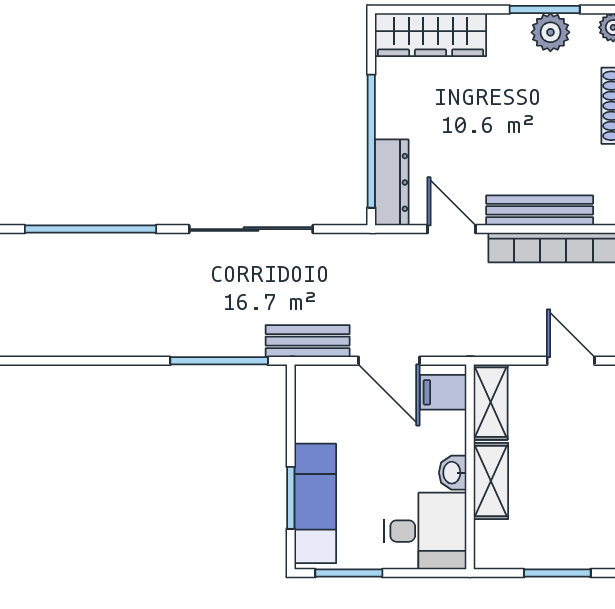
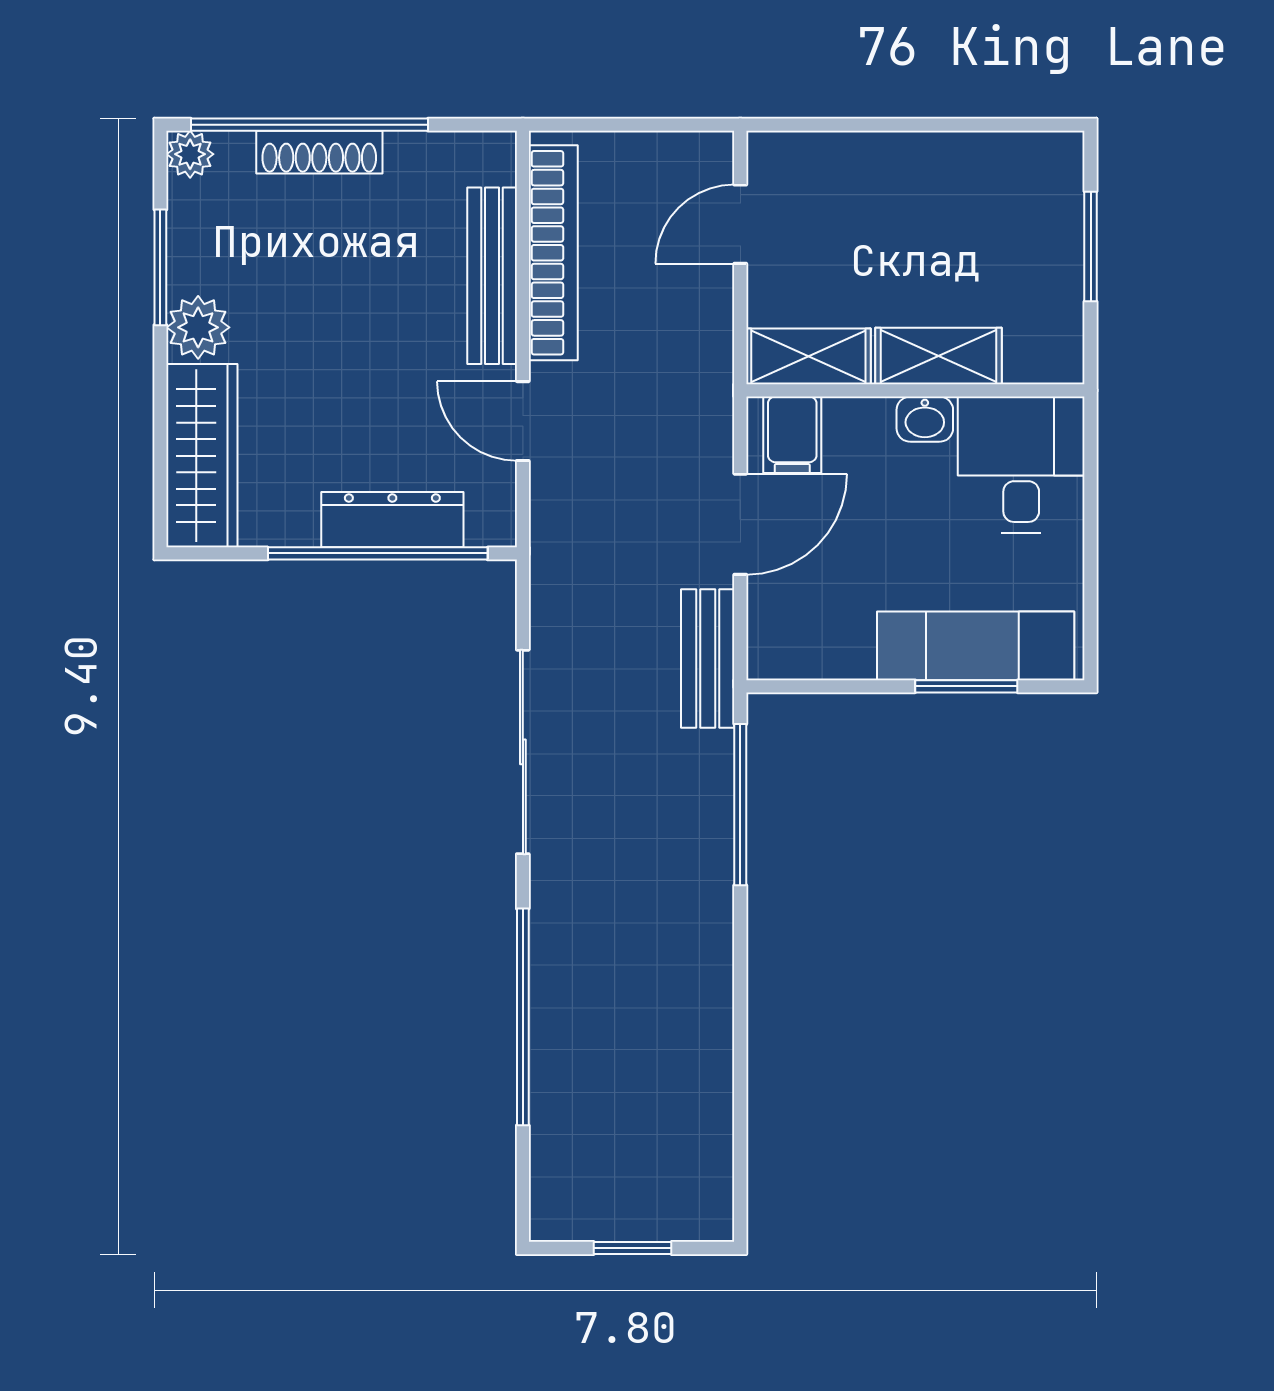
plant: (550, 32) -> (198, 327), moved
dresser: (392, 182) -> (392, 520), moved
door: (451, 229) -> (523, 421), hinge flipped
window: (349, 573) -> (1091, 590), removed

